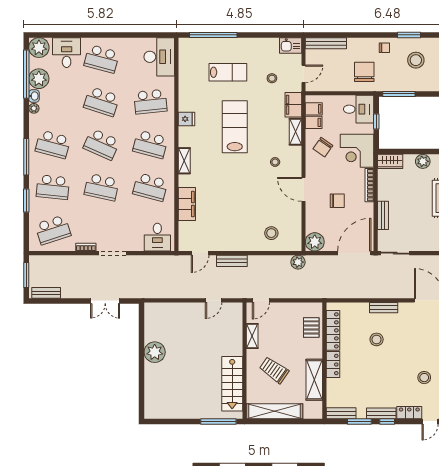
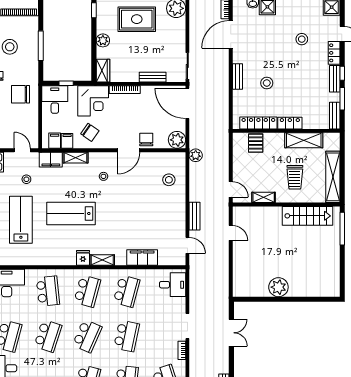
lab bench: (228, 72) -> (21, 220), width x1.36, depth x1.39
window: (399, 94) -> (41, 46), moved
fridge: (186, 119) -> (83, 258), moved
chair: (337, 201) -> (146, 139), moved
pallet: (311, 327) -> (256, 143), turned 90
trolley: (274, 370) -> (295, 177), turned -35

